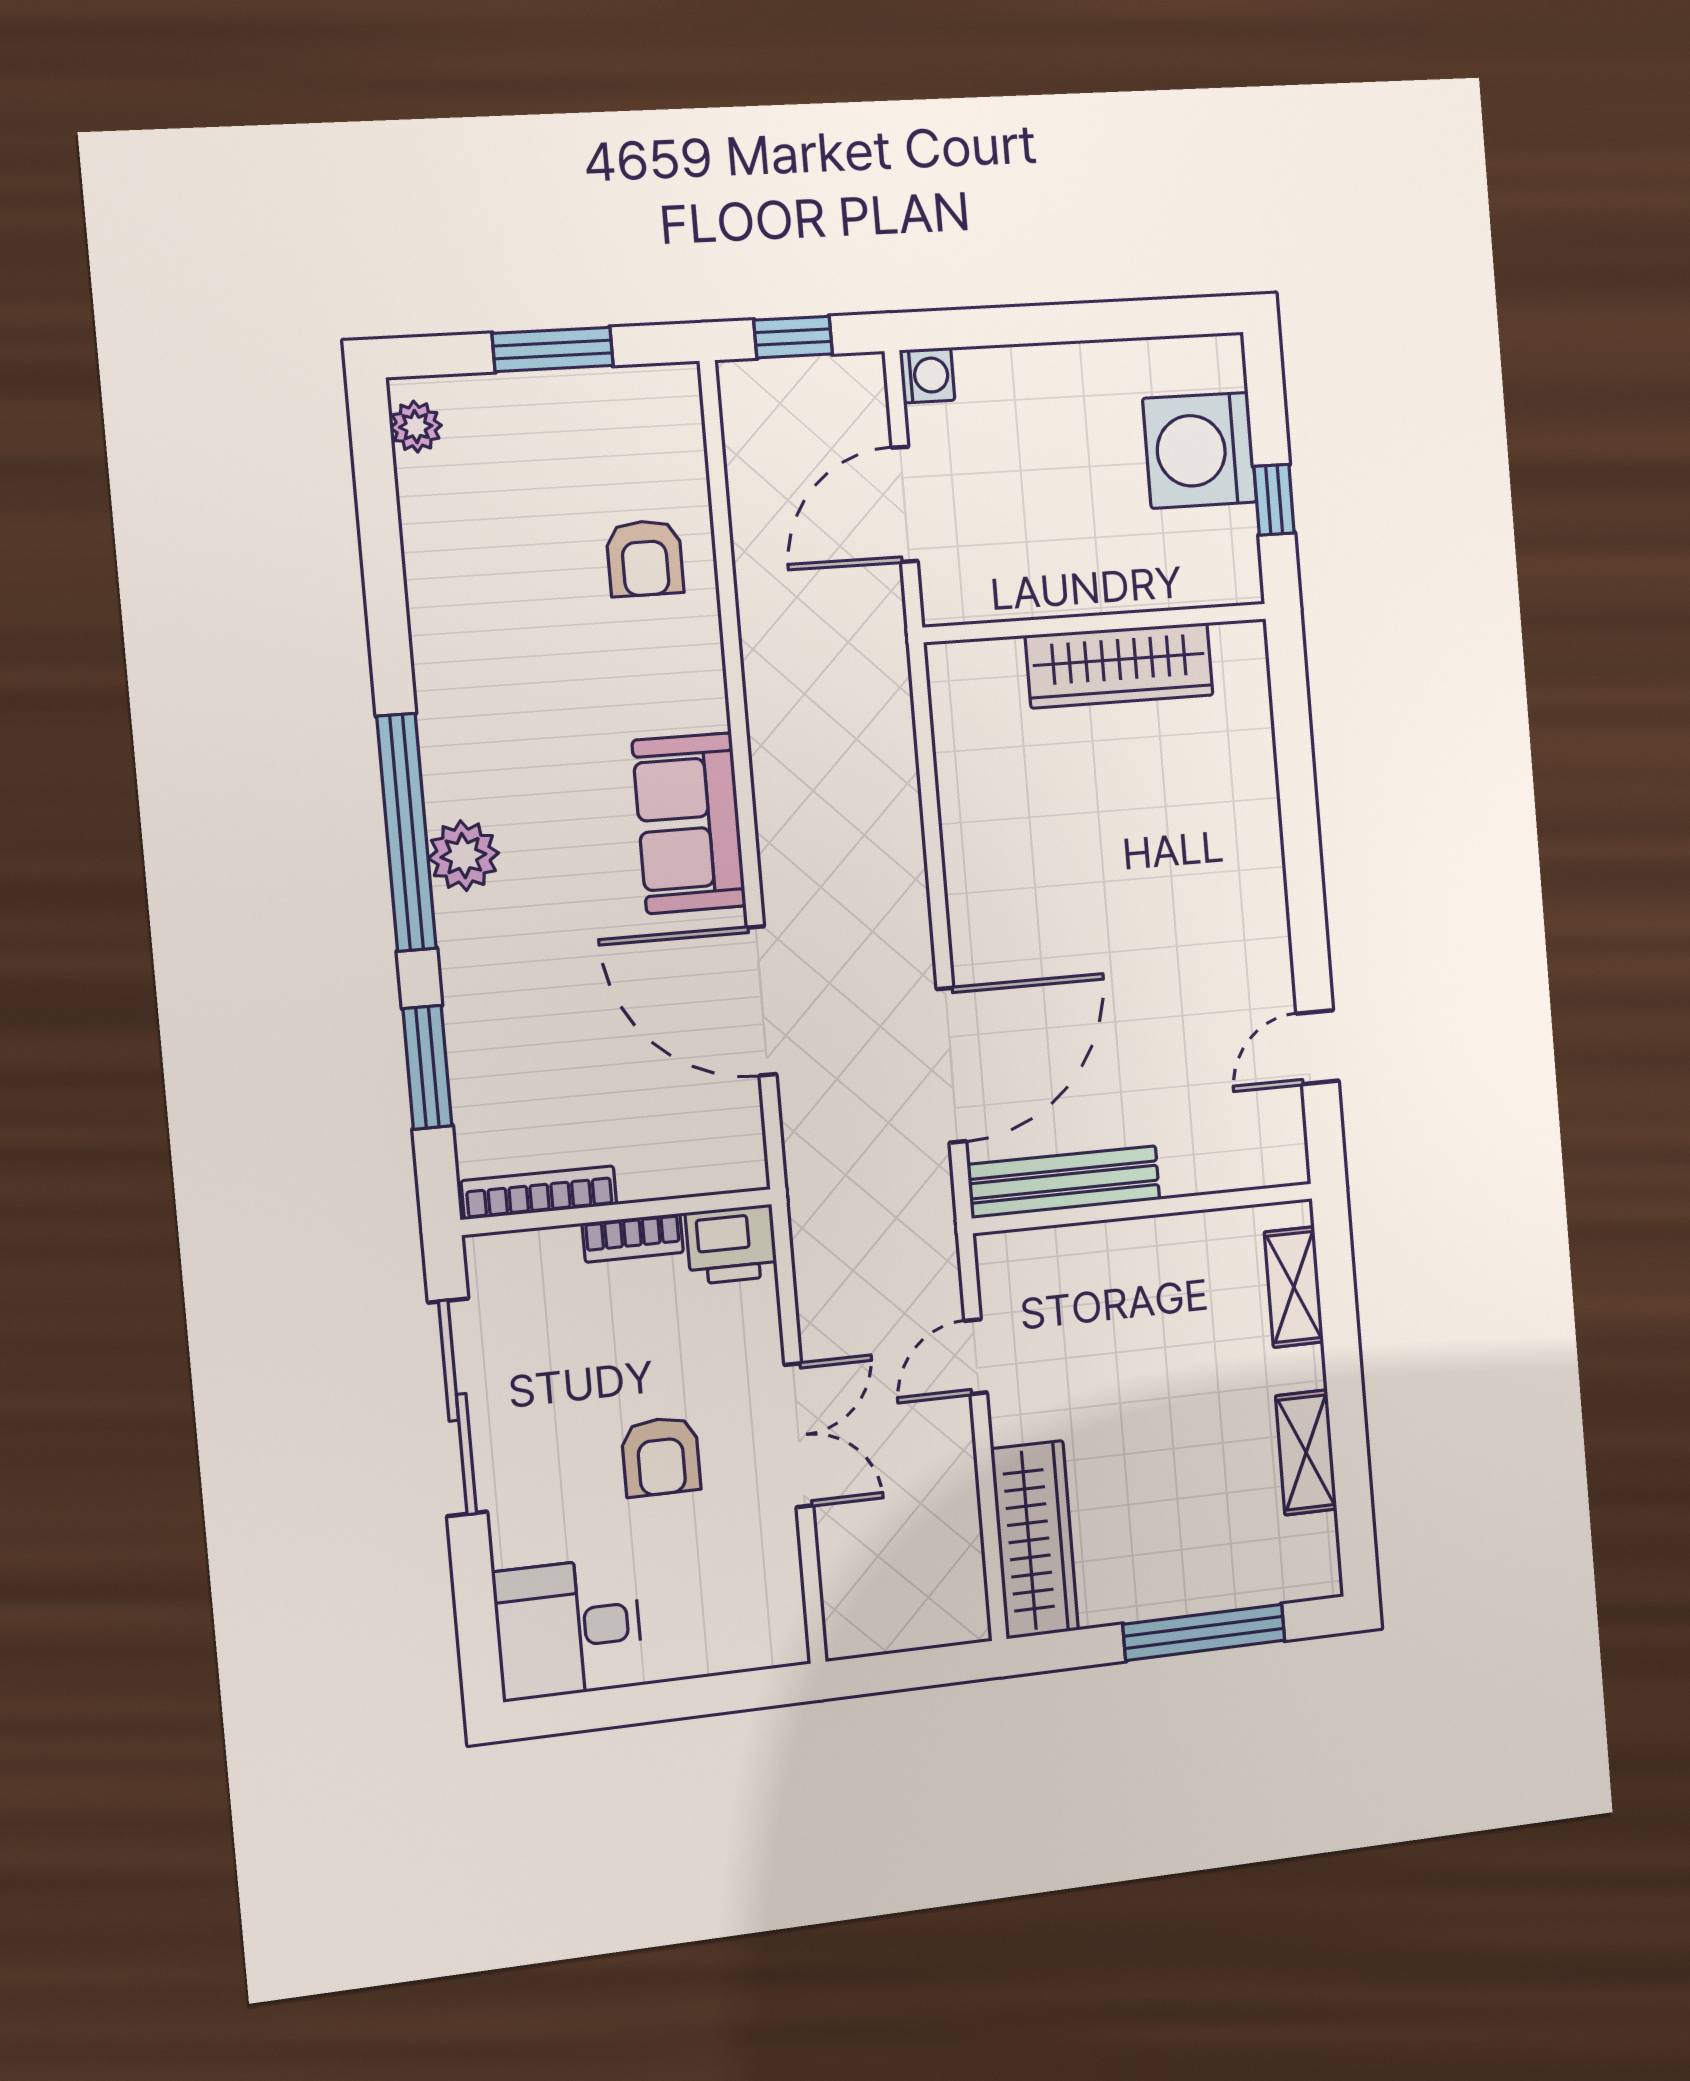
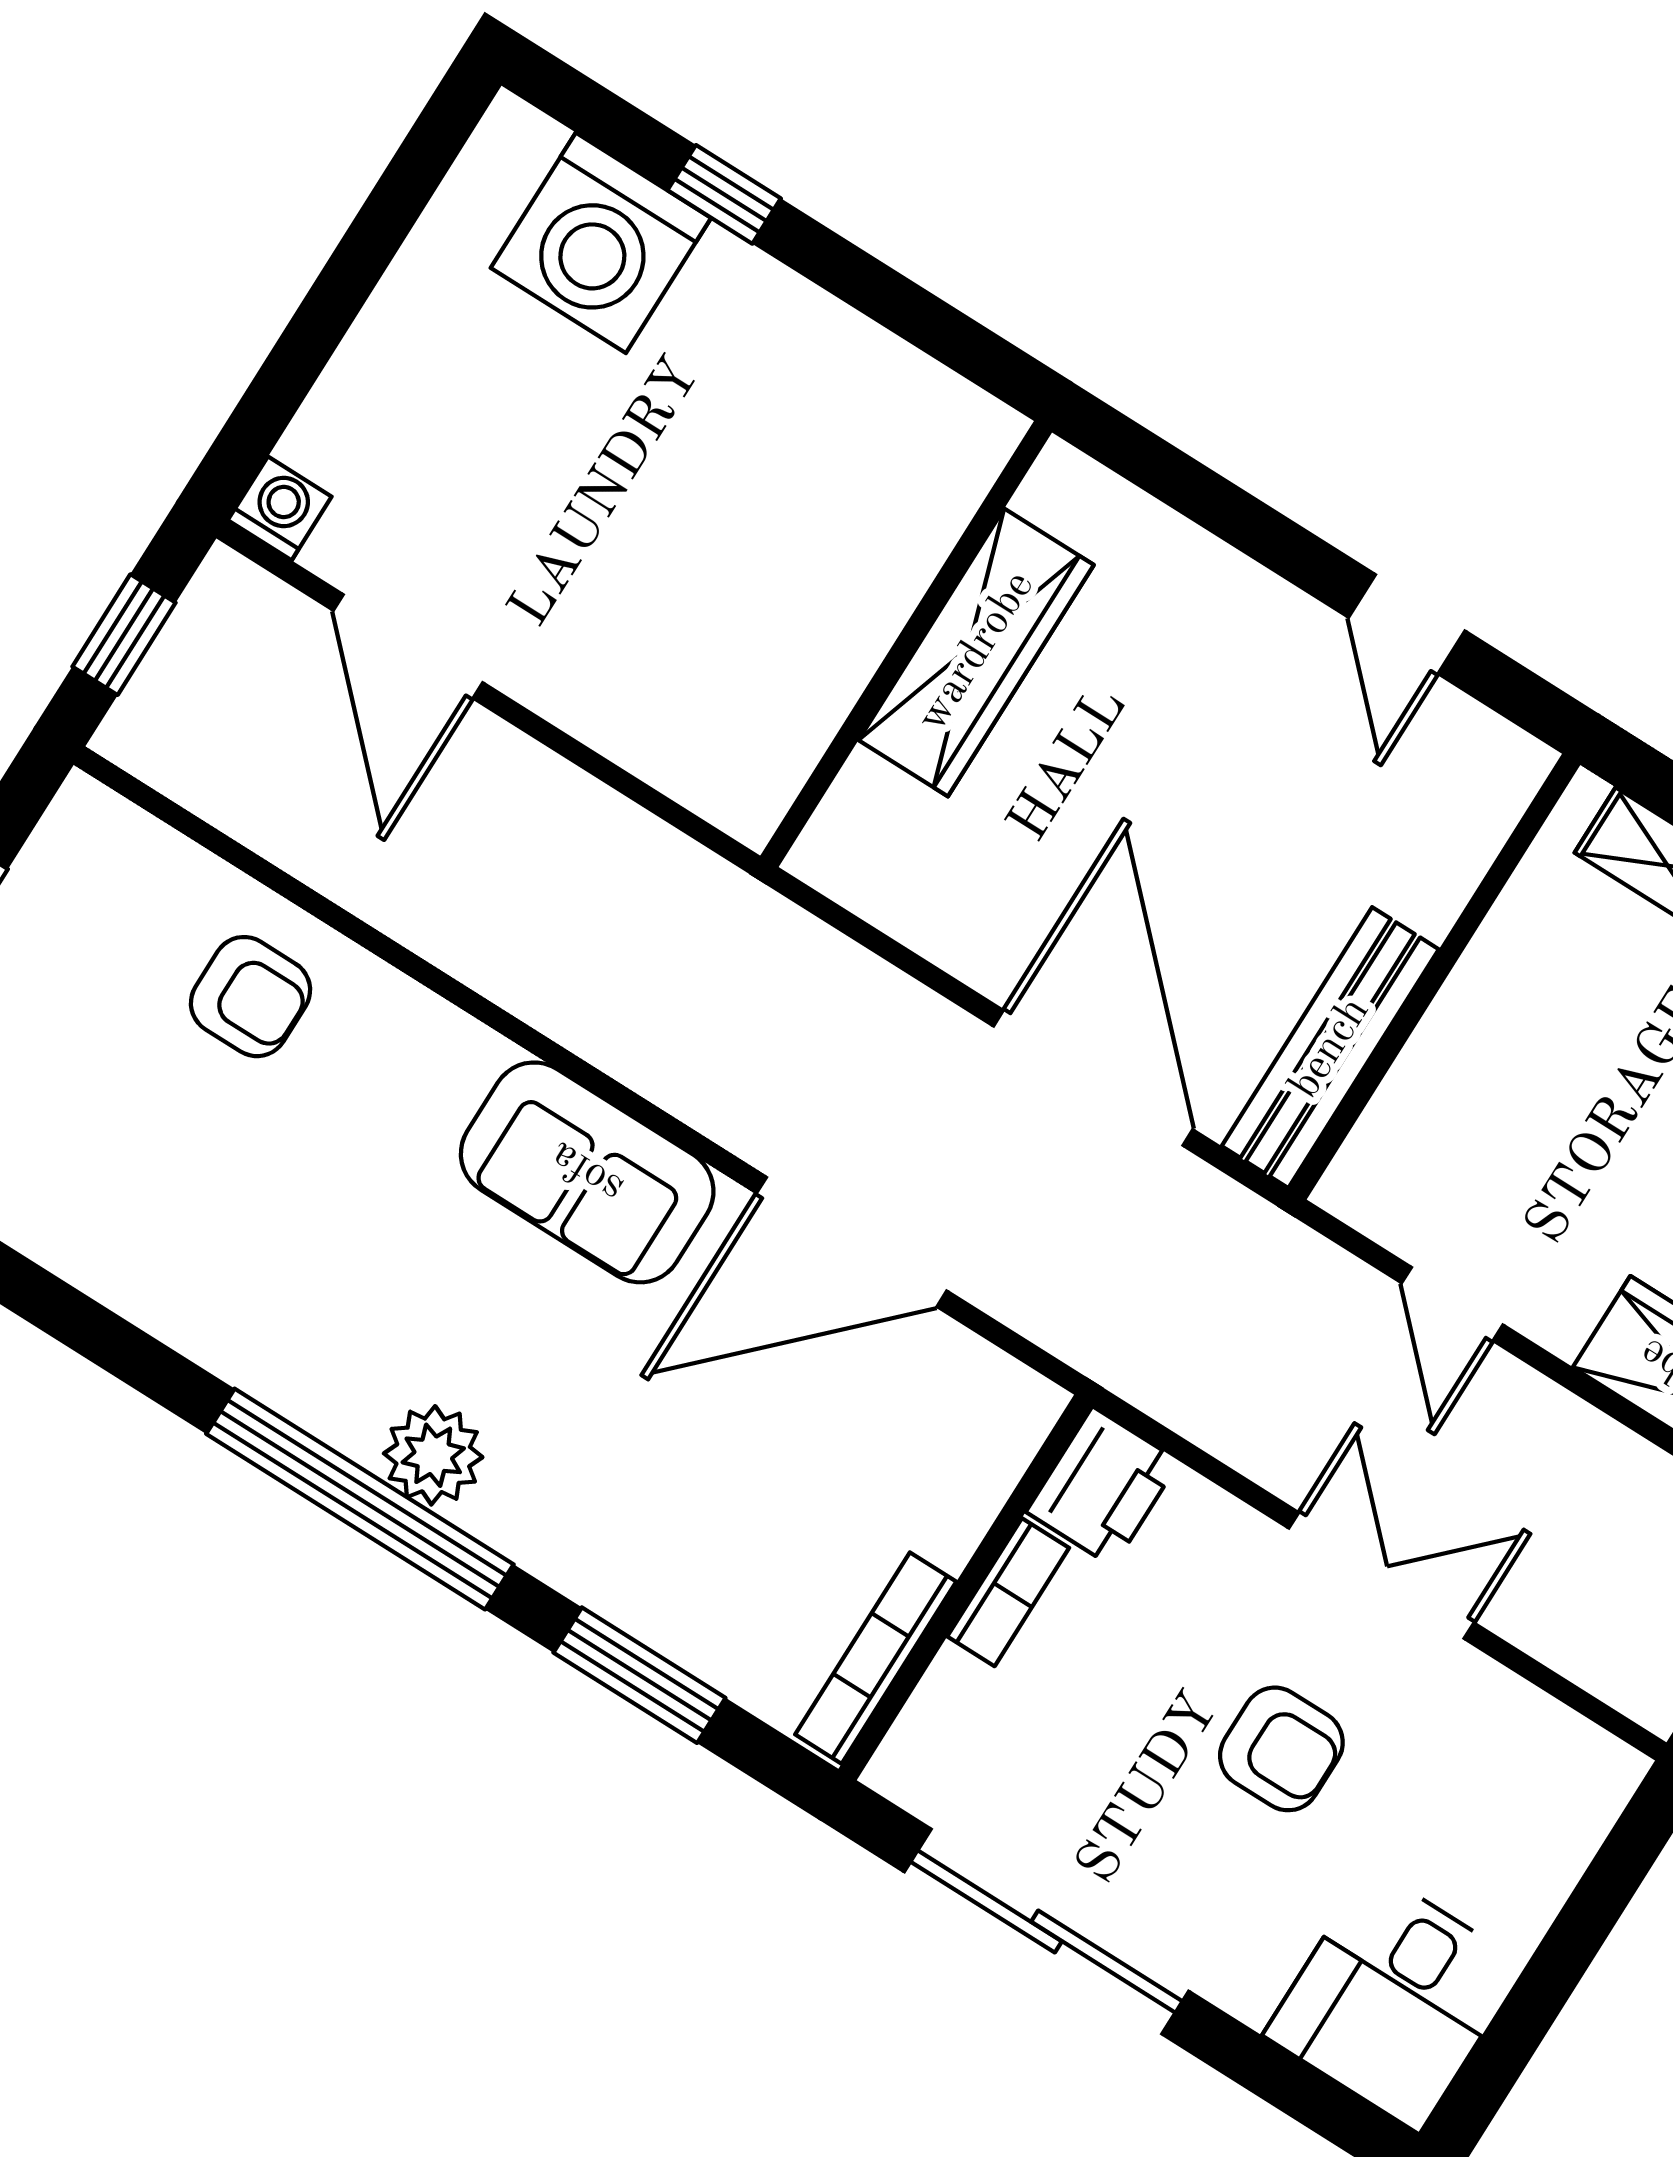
wall: (1096, 623) -> (906, 644), moved
wardrobe: (1119, 665) -> (976, 652), moved

